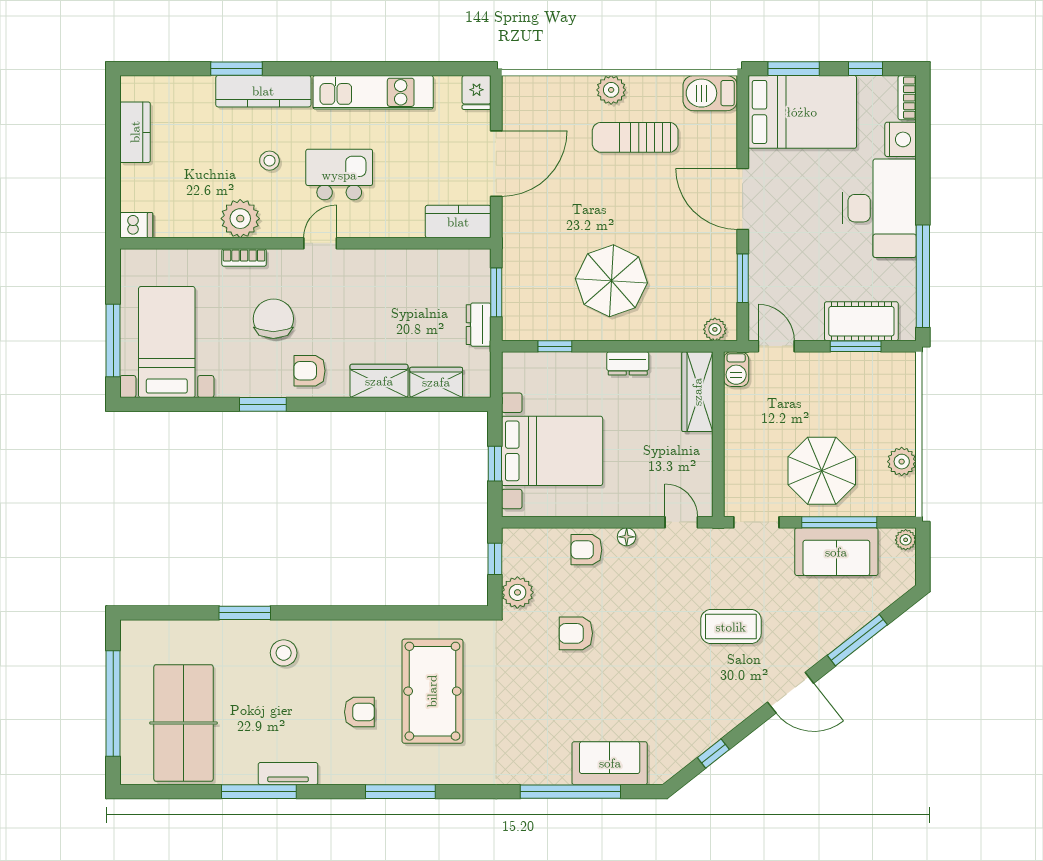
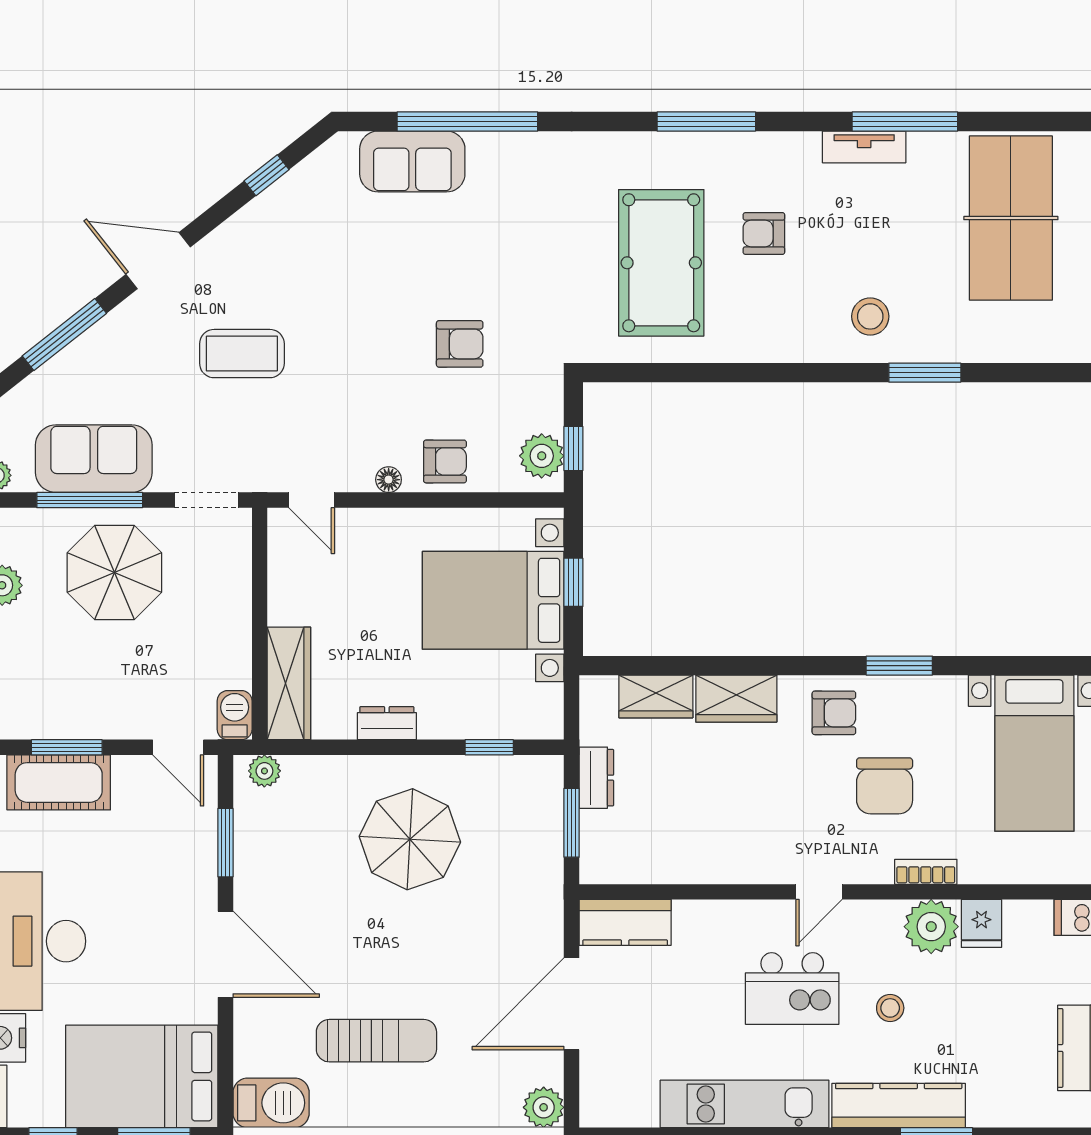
plant: (611, 90) -> (544, 1107), moved
fridge: (477, 92) -> (981, 923), moved, turned 180
plant: (517, 592) -> (542, 456), moved

